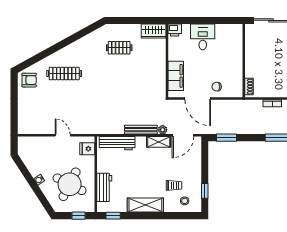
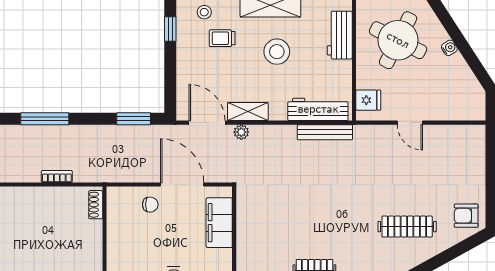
bench: (141, 130) -> (325, 132), moved
door: (183, 135) -> (207, 123), hinge flipped
stool: (142, 177) -> (277, 52), added

